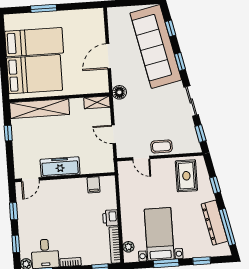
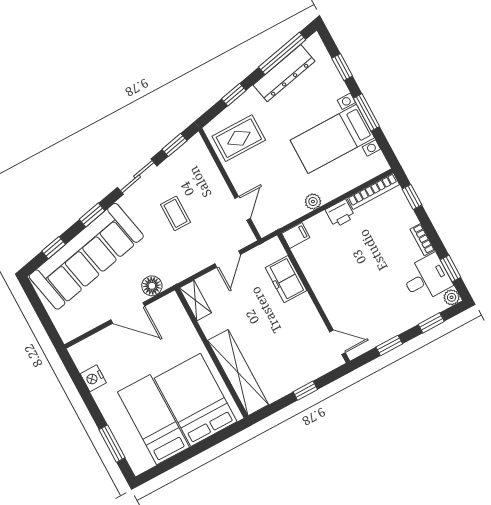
window: (44, 8) -> (112, 444), moved
nightstand: (77, 16) -> (93, 378), added
floor lamp: (119, 92) -> (152, 286), moved
window: (8, 133) -> (305, 391), moved
coffee table: (162, 146) -> (176, 213), moved
freezer: (60, 167) -> (286, 279), moved, width x0.71
filing cabinet: (94, 185) -> (296, 236), moved
plant: (128, 247) -> (313, 202), moved

